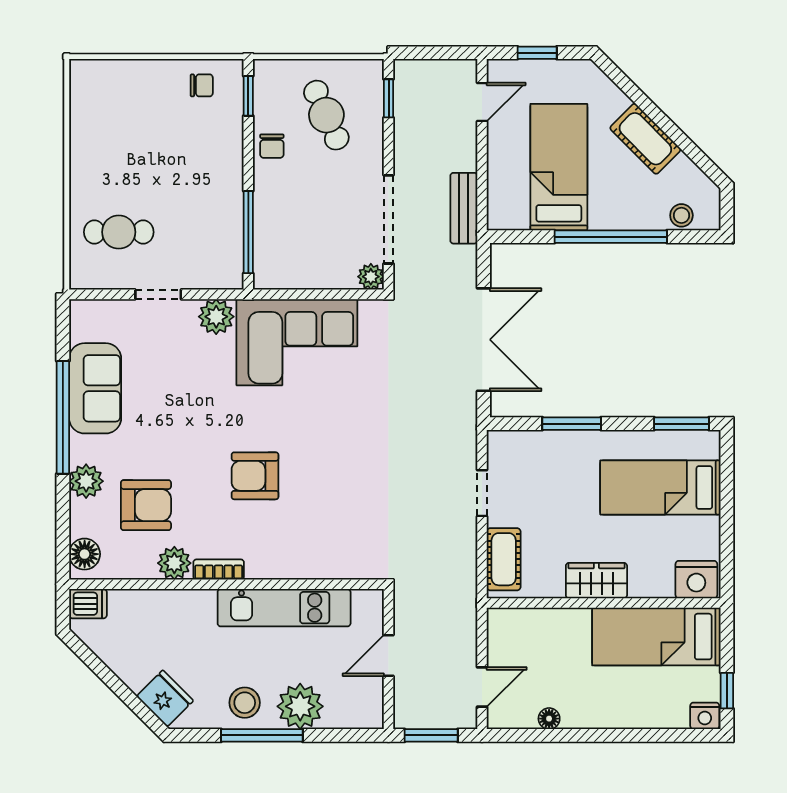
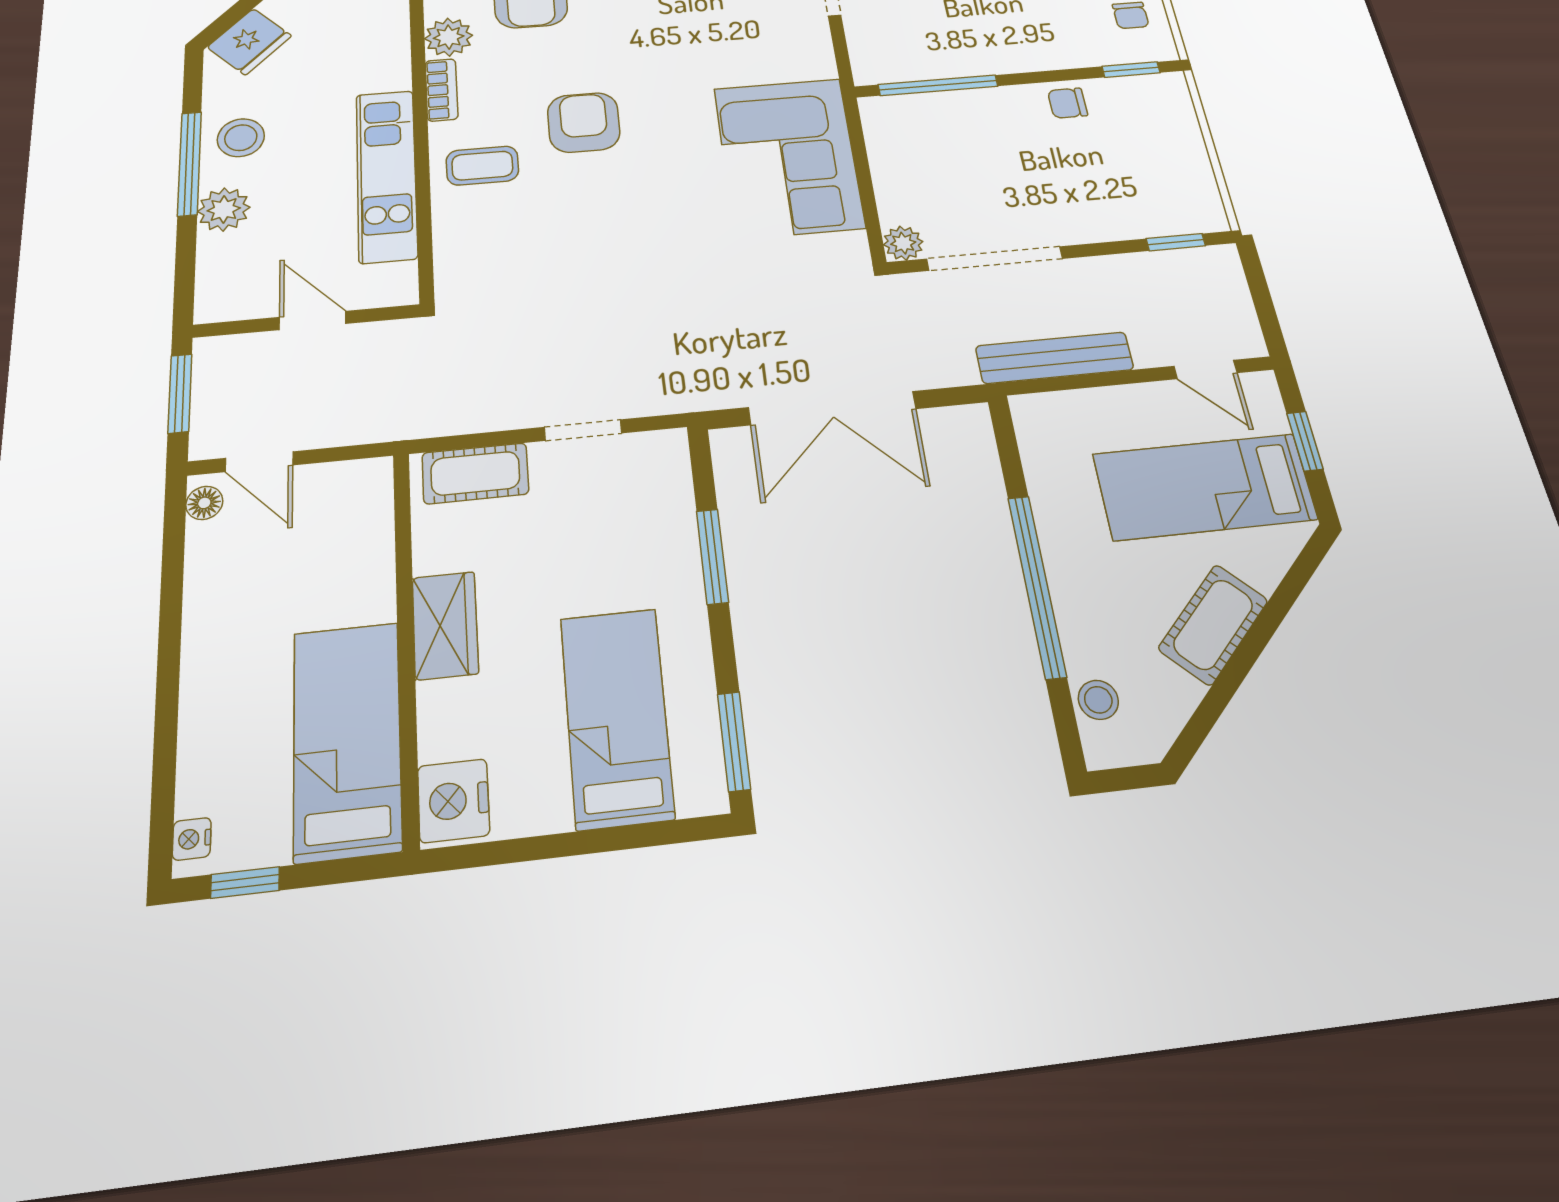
cafe table: (326, 115) -> (1129, 165), removed
bed: (559, 167) -> (1205, 487), moved, turned 180
bench: (464, 208) -> (1054, 358), width x1.36
plant: (216, 317) -> (810, 58), removed
coffee table: (283, 545) -> (482, 166), added
plant: (300, 706) -> (224, 209), width x0.73, depth x0.73
nightstand: (705, 716) -> (192, 839), width x0.72, depth x0.74
floor lamp: (549, 719) -> (204, 503), moved

